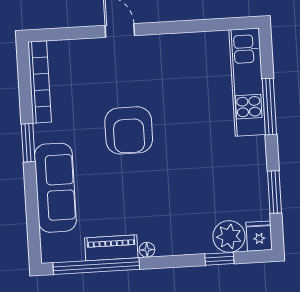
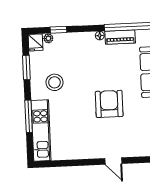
stool: (225, 167) -> (54, 82), added
plant: (229, 237) -> (48, 38), width x0.53, depth x0.53

